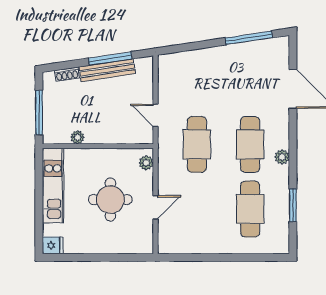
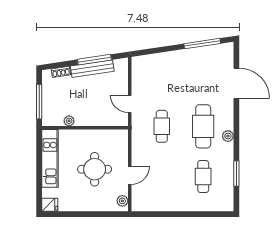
cafe table: (197, 144) -> (162, 126), width x0.73, depth x0.74
plant: (146, 163) -> (122, 201), moved
cafe table: (250, 209) -> (203, 177), width x0.73, depth x0.74

